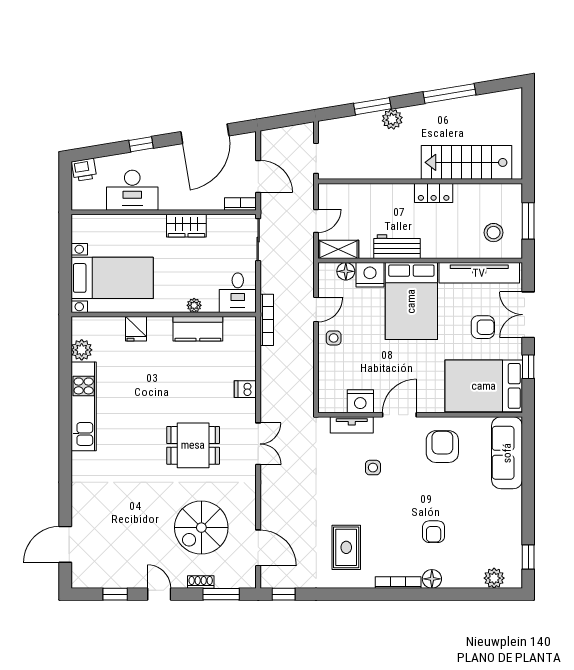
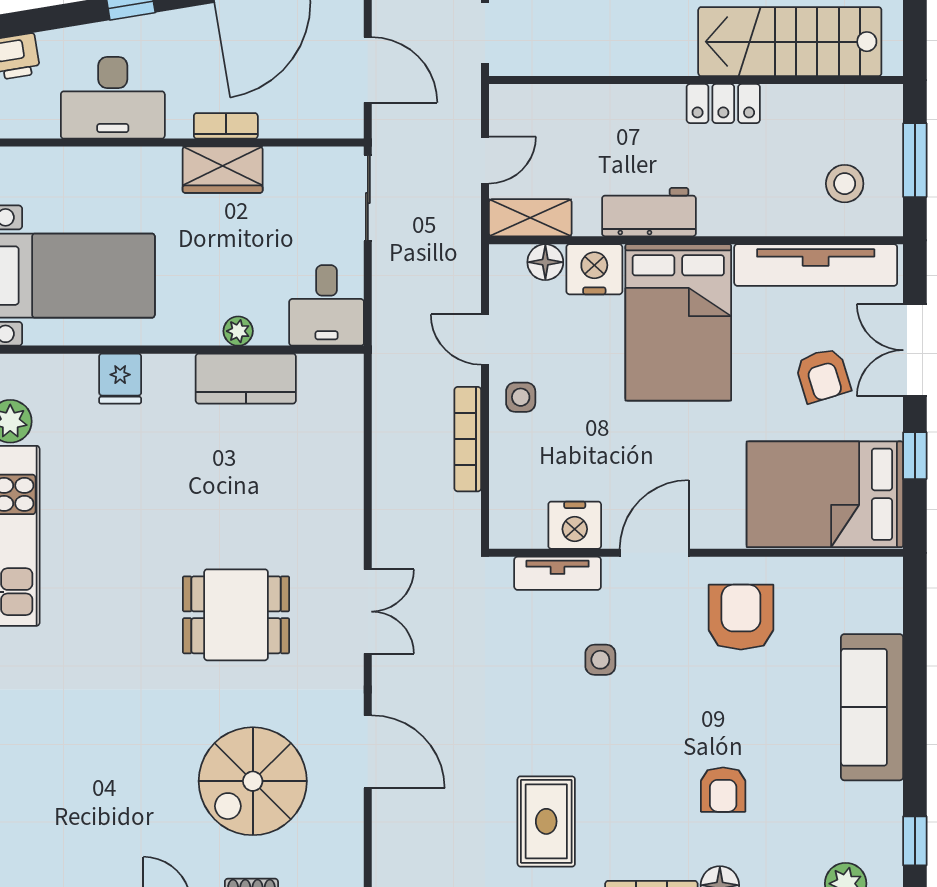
bookcase: (240, 204) -> (226, 126), moved
door: (316, 309) -> (485, 339), swing flipped
bookcase: (267, 320) -> (468, 439), moved, turned 180
armchair: (483, 327) -> (823, 375), turned 73
dishwasher: (245, 389) -> (342, 501), removed
sofa: (507, 453) -> (872, 707), moved
door: (258, 548) -> (368, 752), moved

